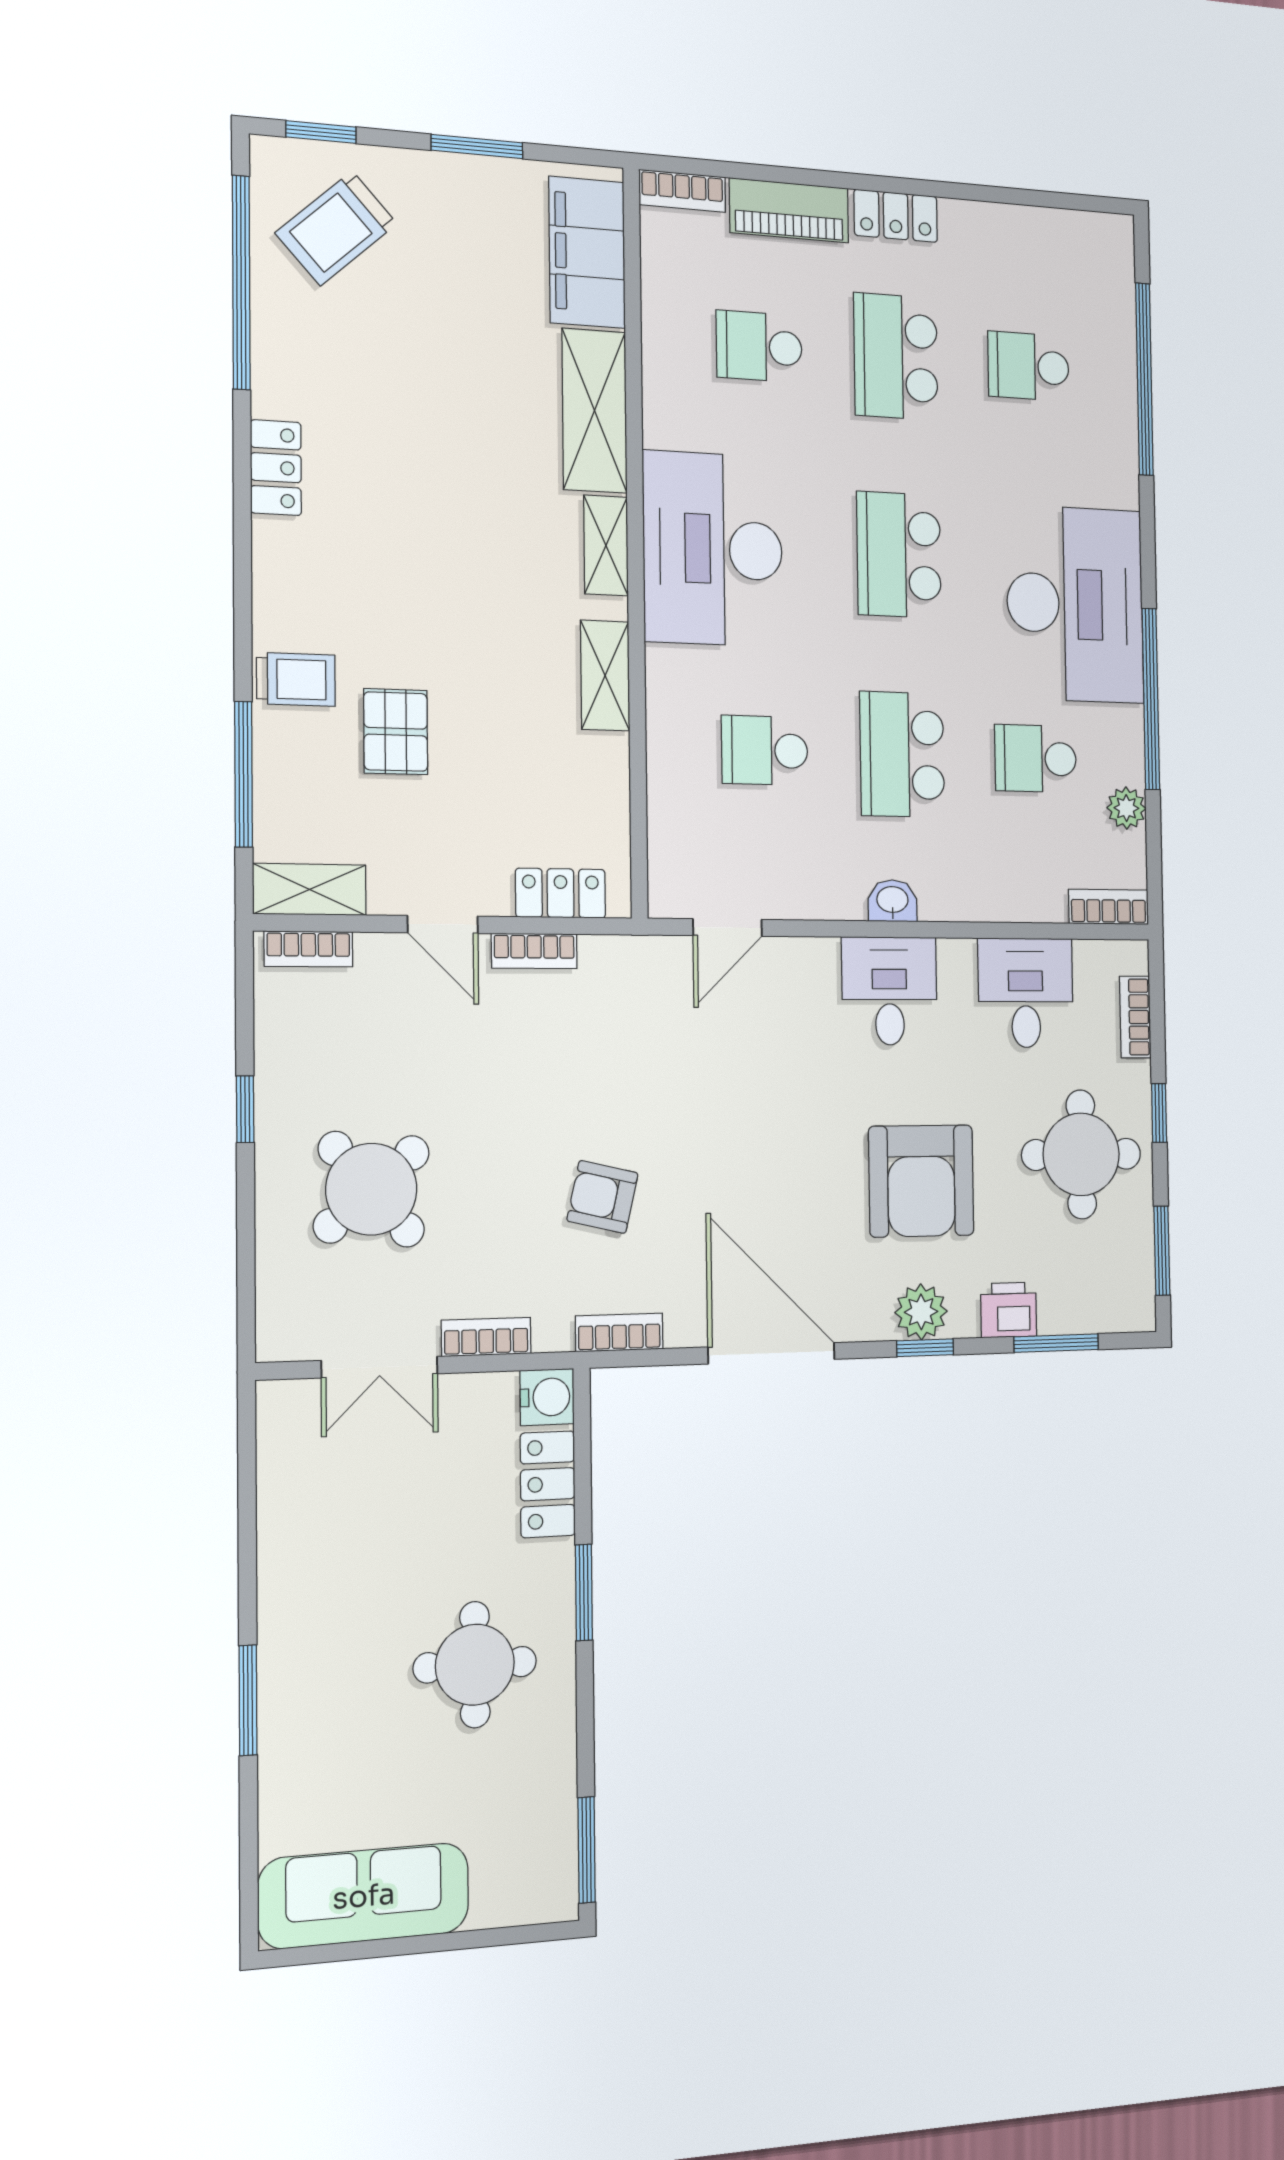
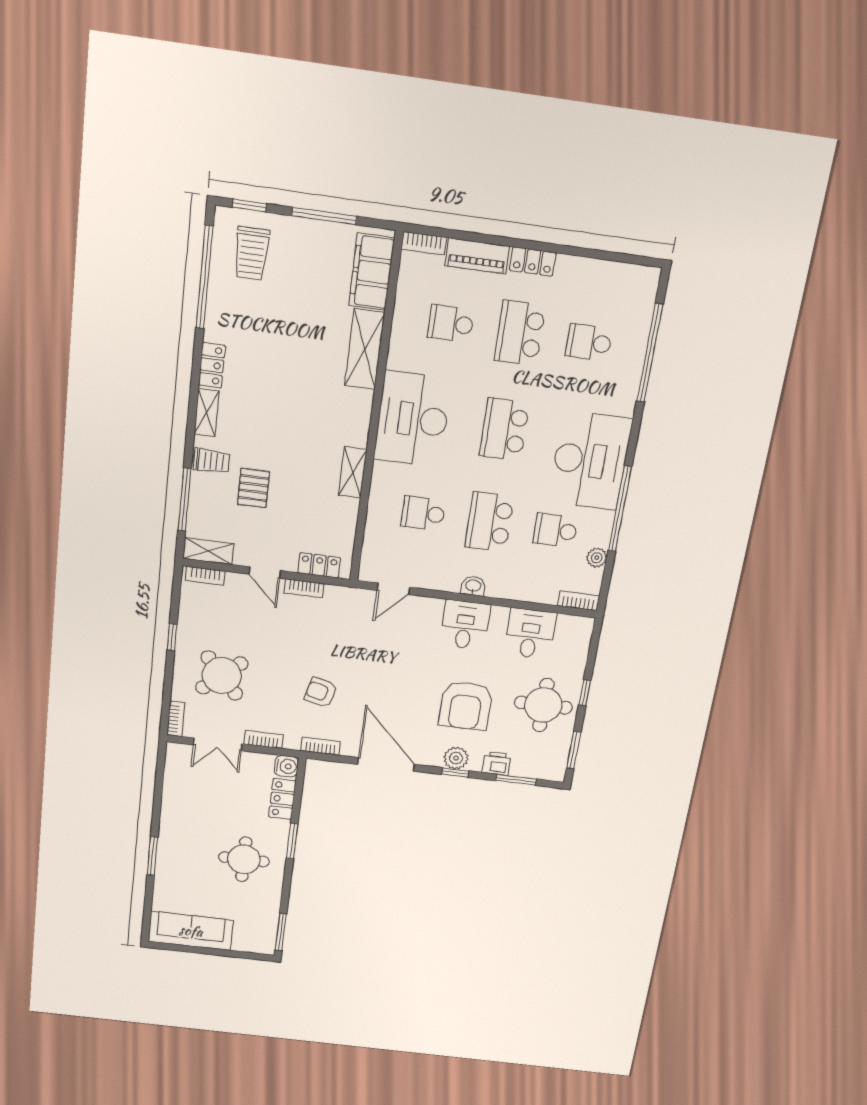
window: (477, 146) -> (324, 216), width x1.44
trolley: (336, 228) -> (252, 253), turned -48
shelving: (606, 546) -> (207, 413), moved
bookcase: (1135, 1017) -> (176, 719), moved, turned 180

